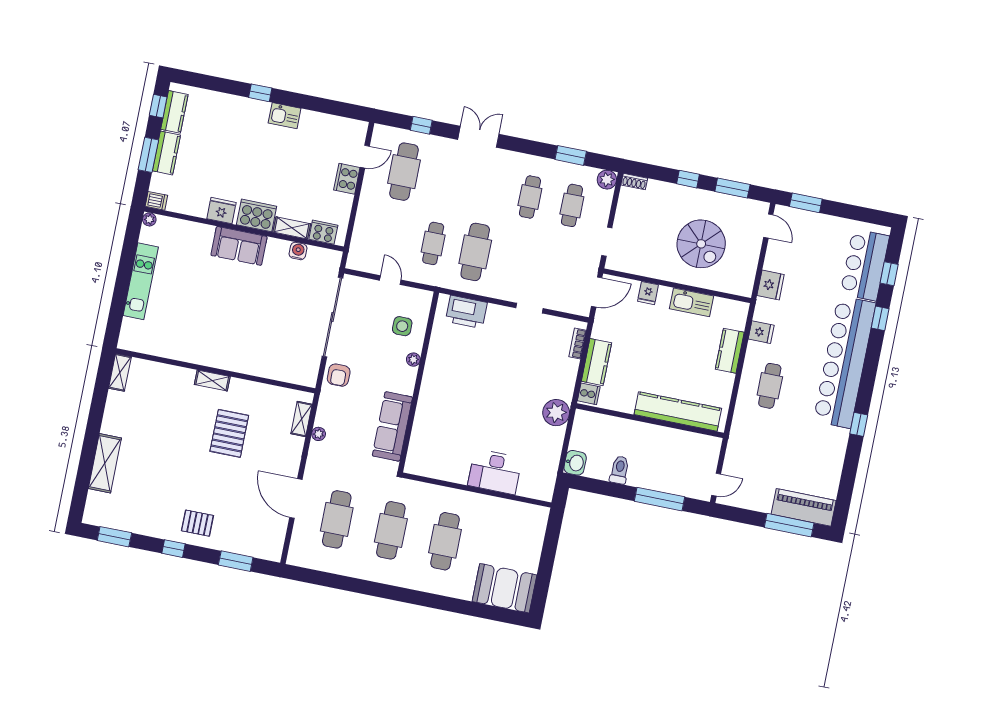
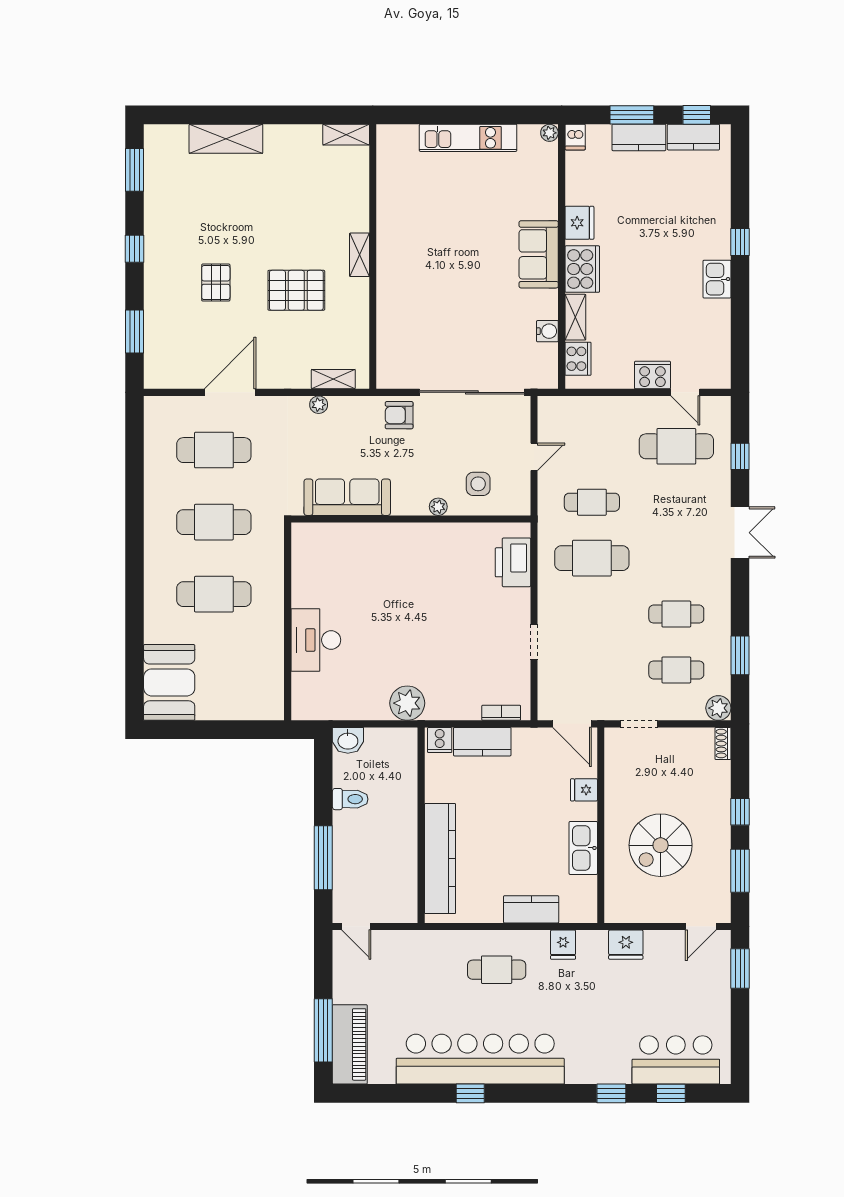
bar counter: (845, 362) -> (480, 1059), moved
pallet: (197, 523) -> (216, 283), moved

